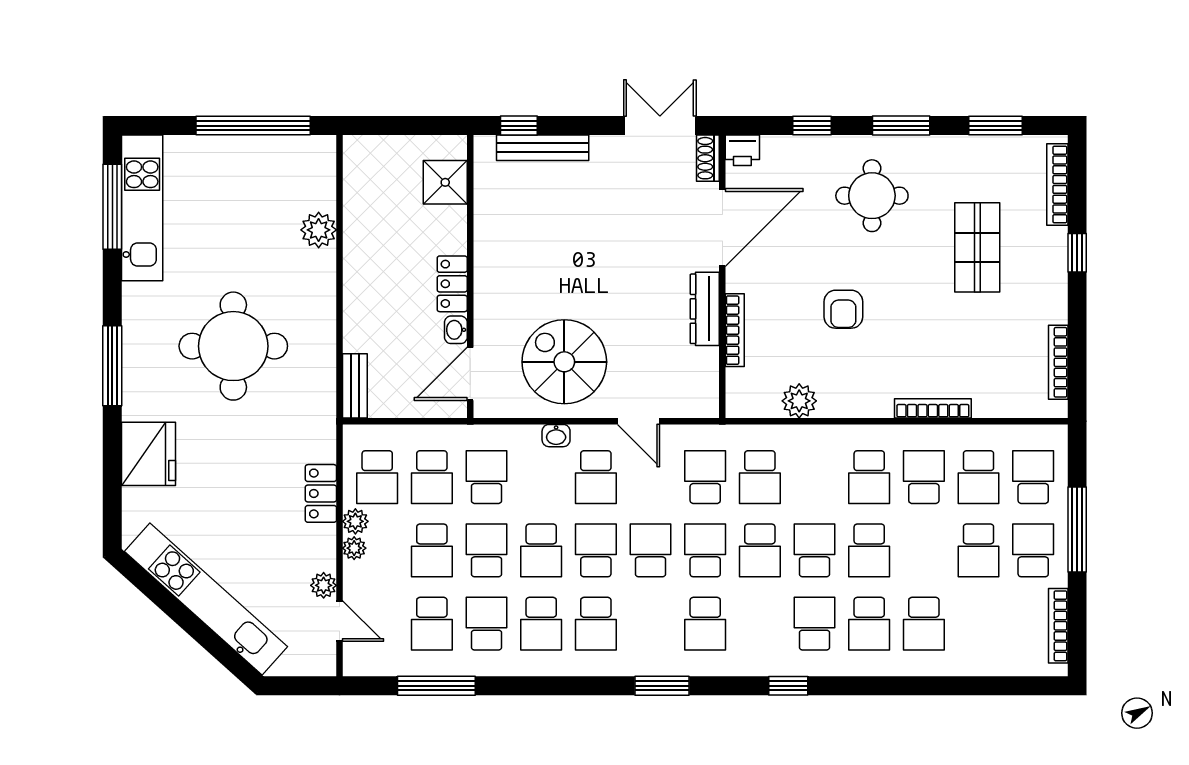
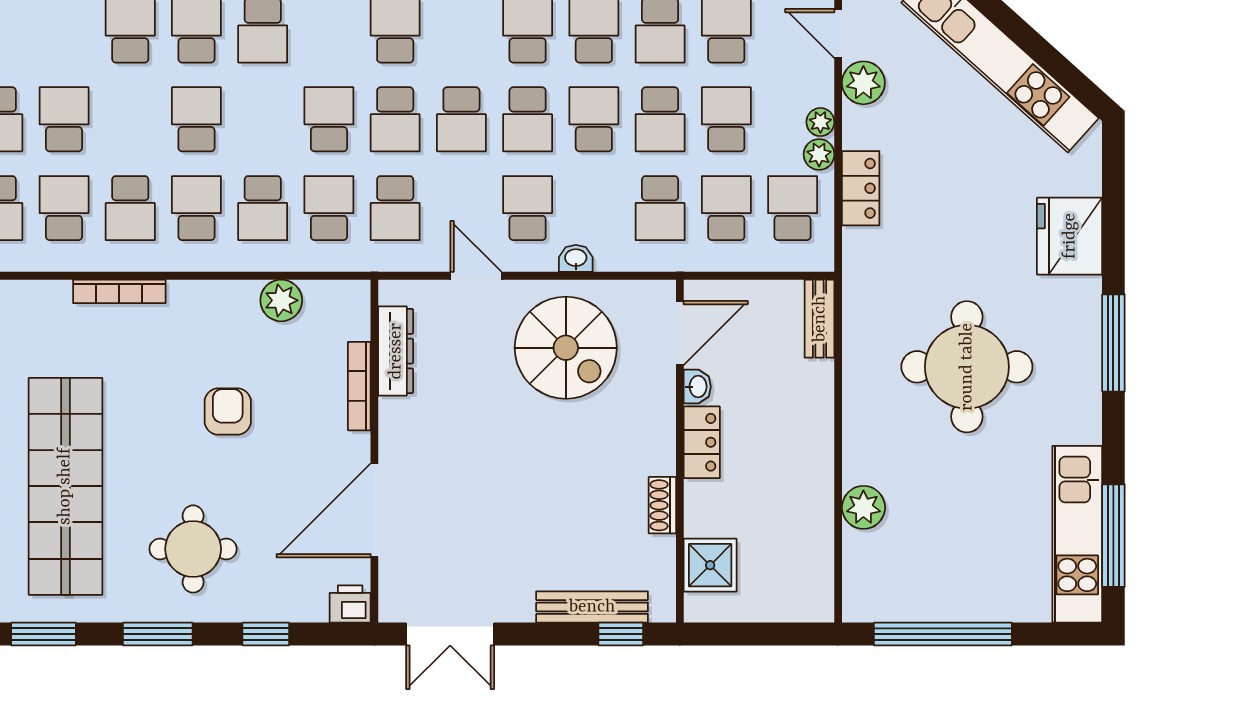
shoe rack: (708, 158) -> (662, 505), moved, turned 180
shop shelf: (977, 247) -> (65, 486), width x2.00, depth x1.36
dresser: (705, 309) -> (396, 351), moved
school desk: (815, 550) -> (263, 208), moved
plant: (324, 585) -> (863, 83), width x1.38, depth x1.38

